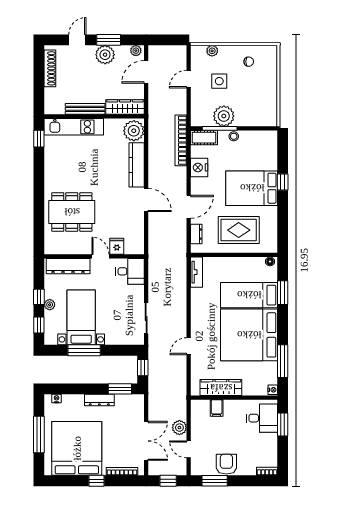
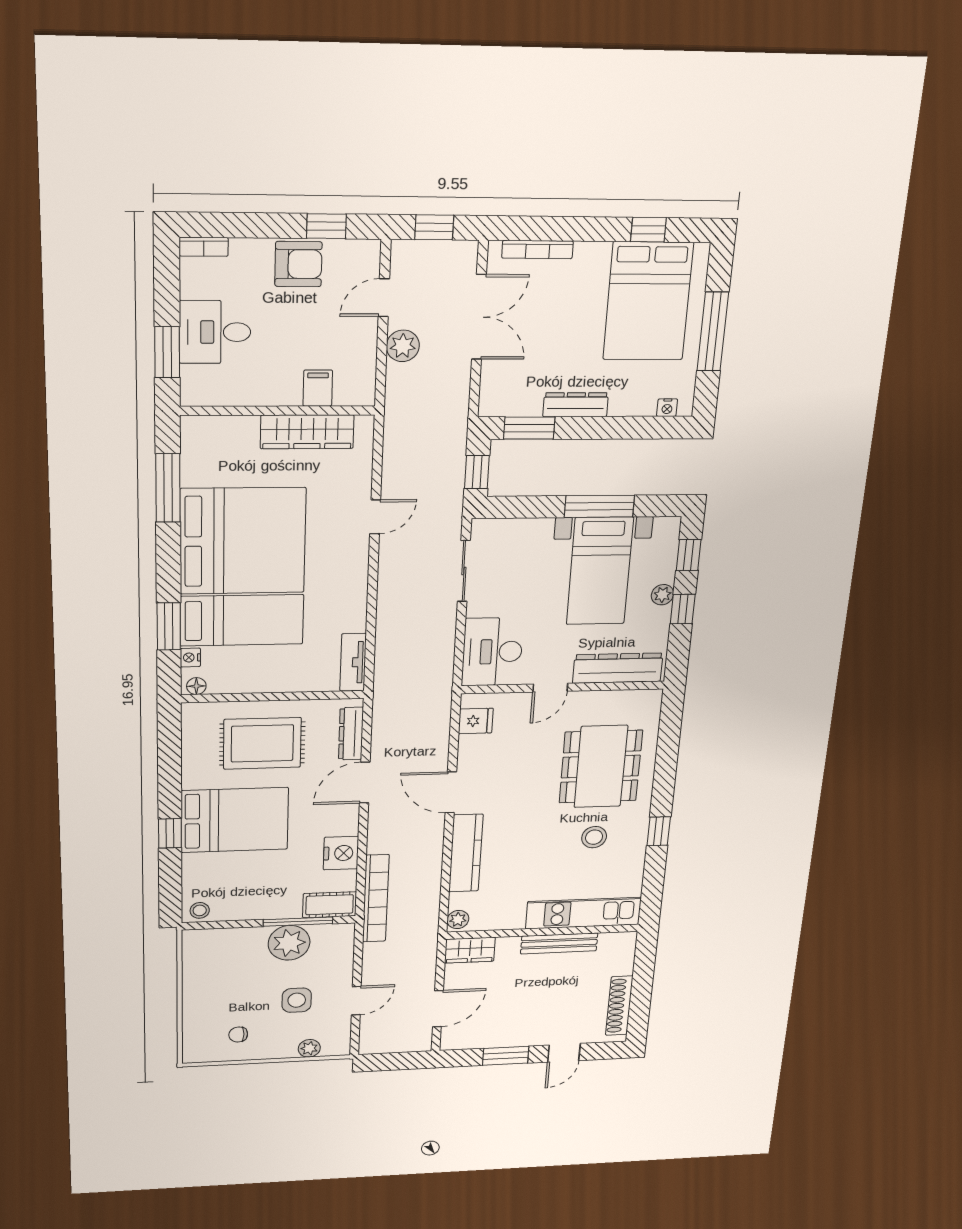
plant: (136, 51) -> (455, 1042), removed
plant: (105, 55) -> (514, 1032), removed
wardrobe: (125, 107) -> (470, 950), width x0.67
plant: (134, 131) -> (458, 920), width x0.53, depth x0.53
stool: (234, 136) -> (200, 910), moved
window: (39, 139) -> (659, 831), moved
stool: (72, 172) -> (594, 837), added
dining table: (72, 212) -> (601, 767), turned 90
dresser: (196, 234) -> (351, 734), width x1.44
fridge: (117, 246) -> (476, 721), moved, turned -90
door: (101, 256) -> (550, 688), hinge flipped
desk: (130, 271) -> (492, 652), width x1.37
nightstand: (273, 390) -> (190, 658), moved
desk: (262, 418) -> (215, 332), moved
double door: (146, 441) -> (479, 317), swing flipped
bed: (77, 448) -> (648, 301), width x0.73
door: (189, 449) -> (384, 298), swing flipped
armchair: (226, 464) -> (298, 264), turned -90
window: (97, 481) -> (648, 230), moved
window: (215, 481) -> (326, 226), width x0.67

